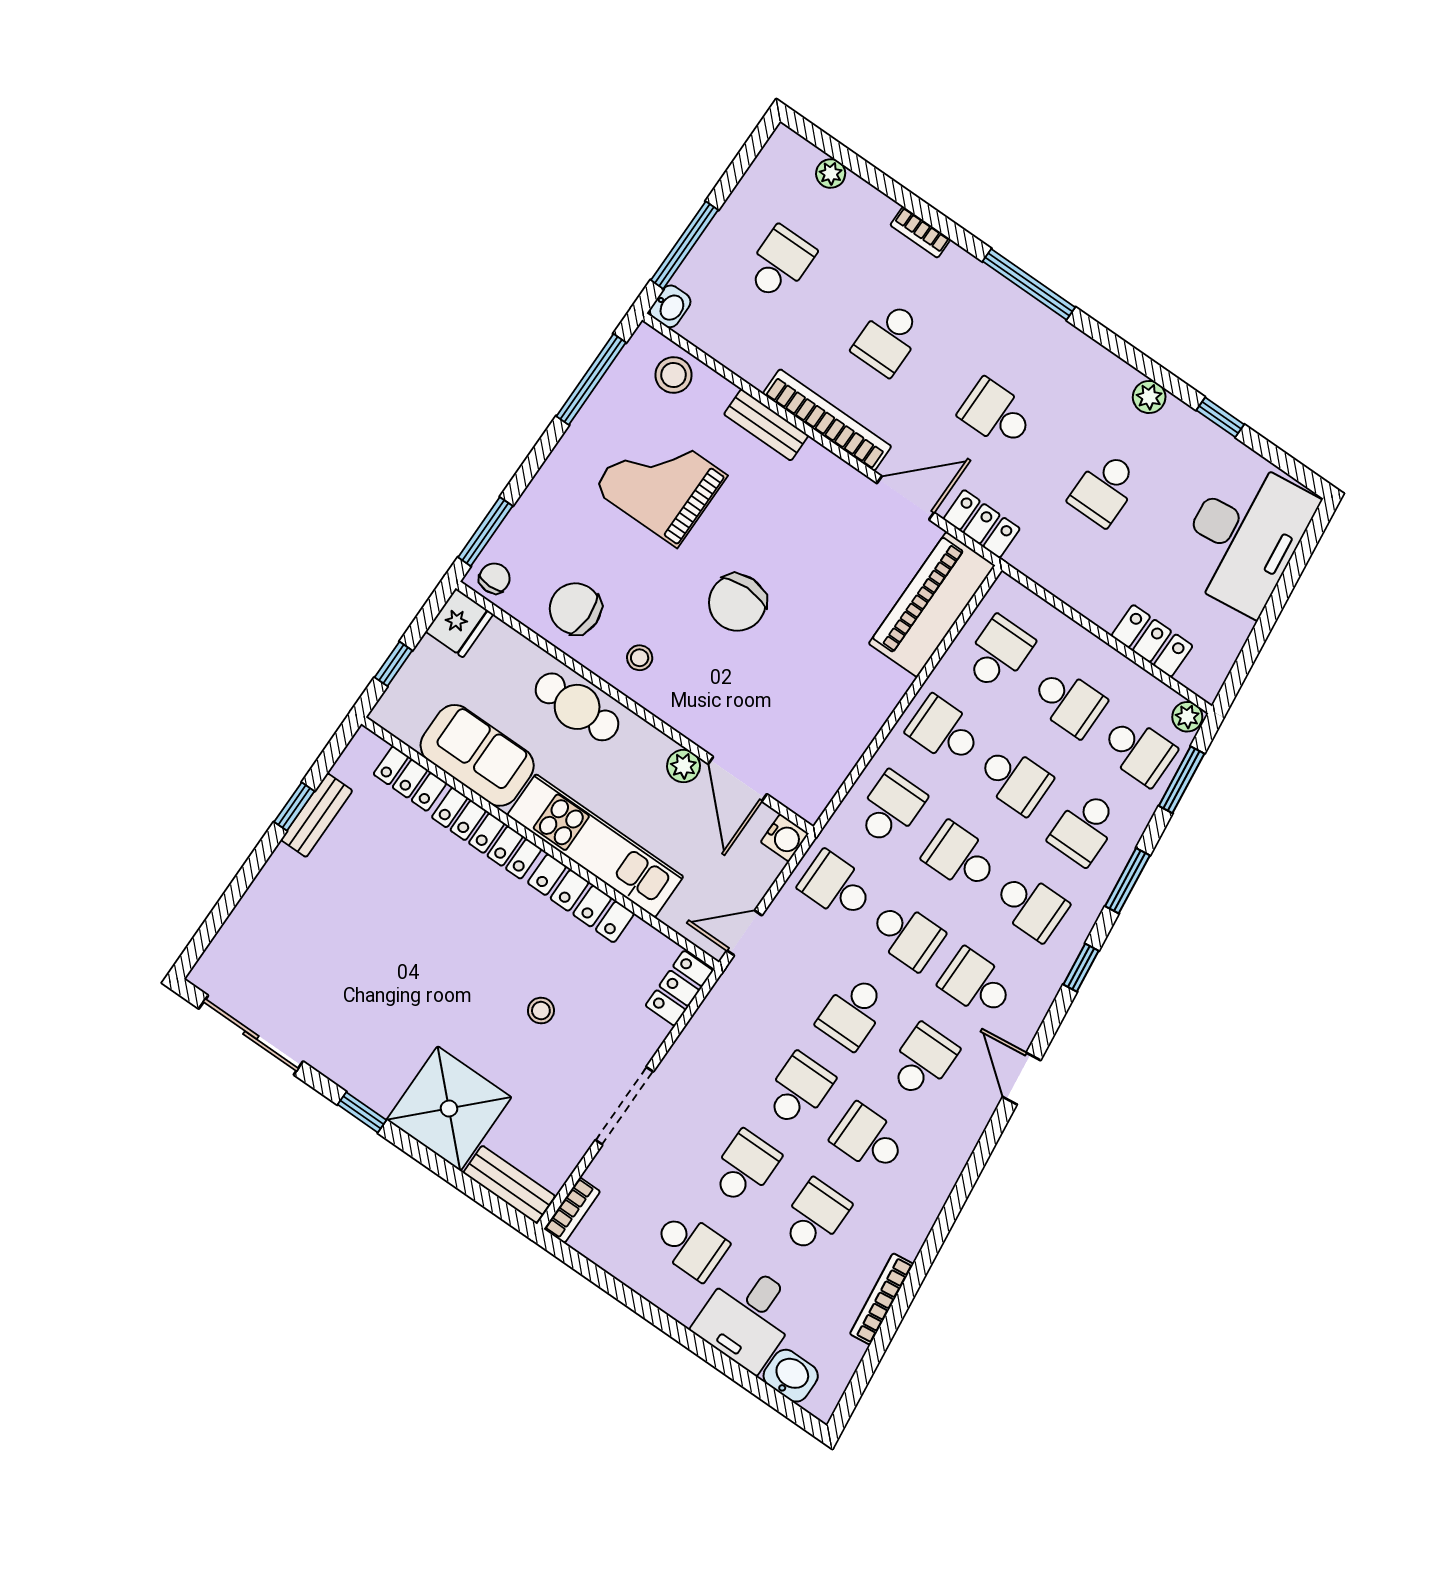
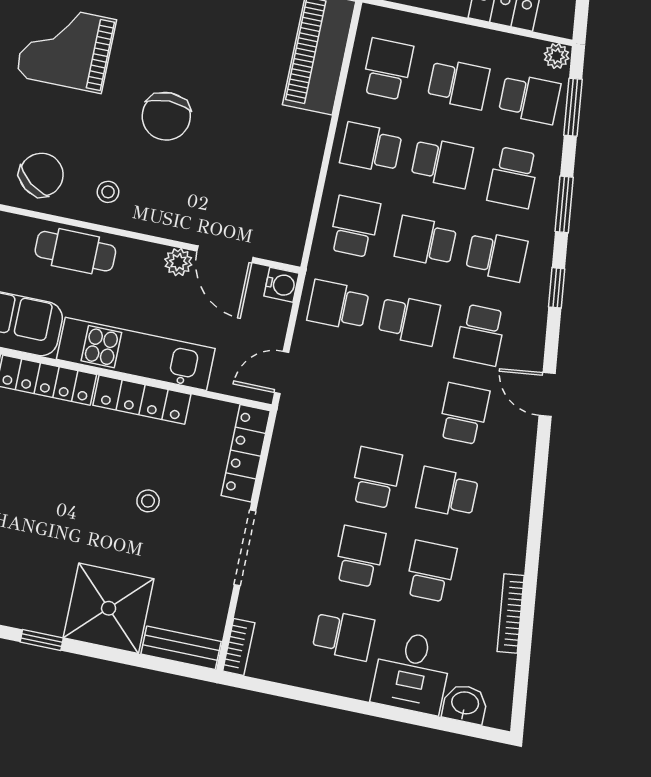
chair: (575, 609) -> (41, 175), turned 127
school desk: (977, 983) -> (480, 335), turned -90
locker: (679, 988) -> (246, 453), width x1.53
school desk: (853, 1012) -> (393, 399), removed

